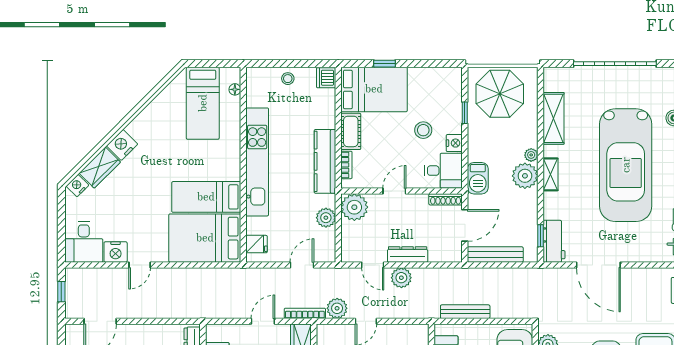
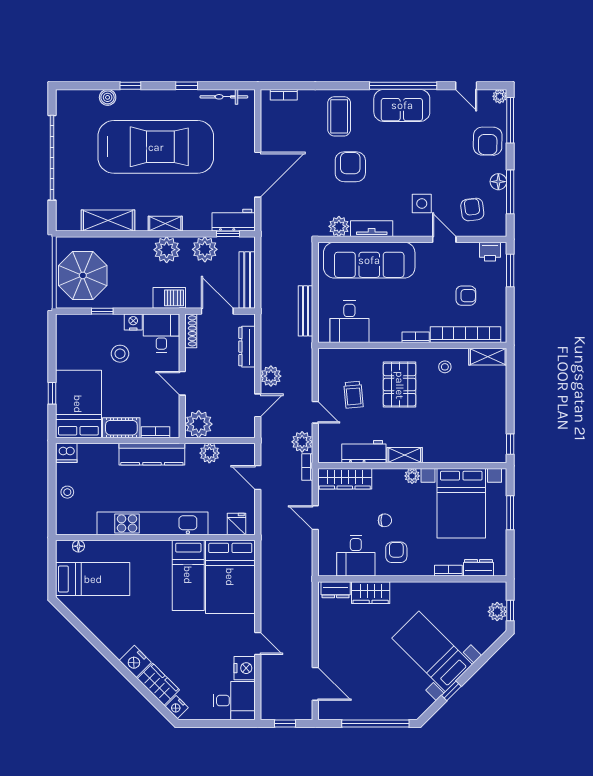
plant: (531, 155) -> (205, 249), moved, width x1.88, depth x1.88
dresser: (408, 254) -> (247, 347), moved
bookcase: (305, 313) -> (307, 467), width x0.64

